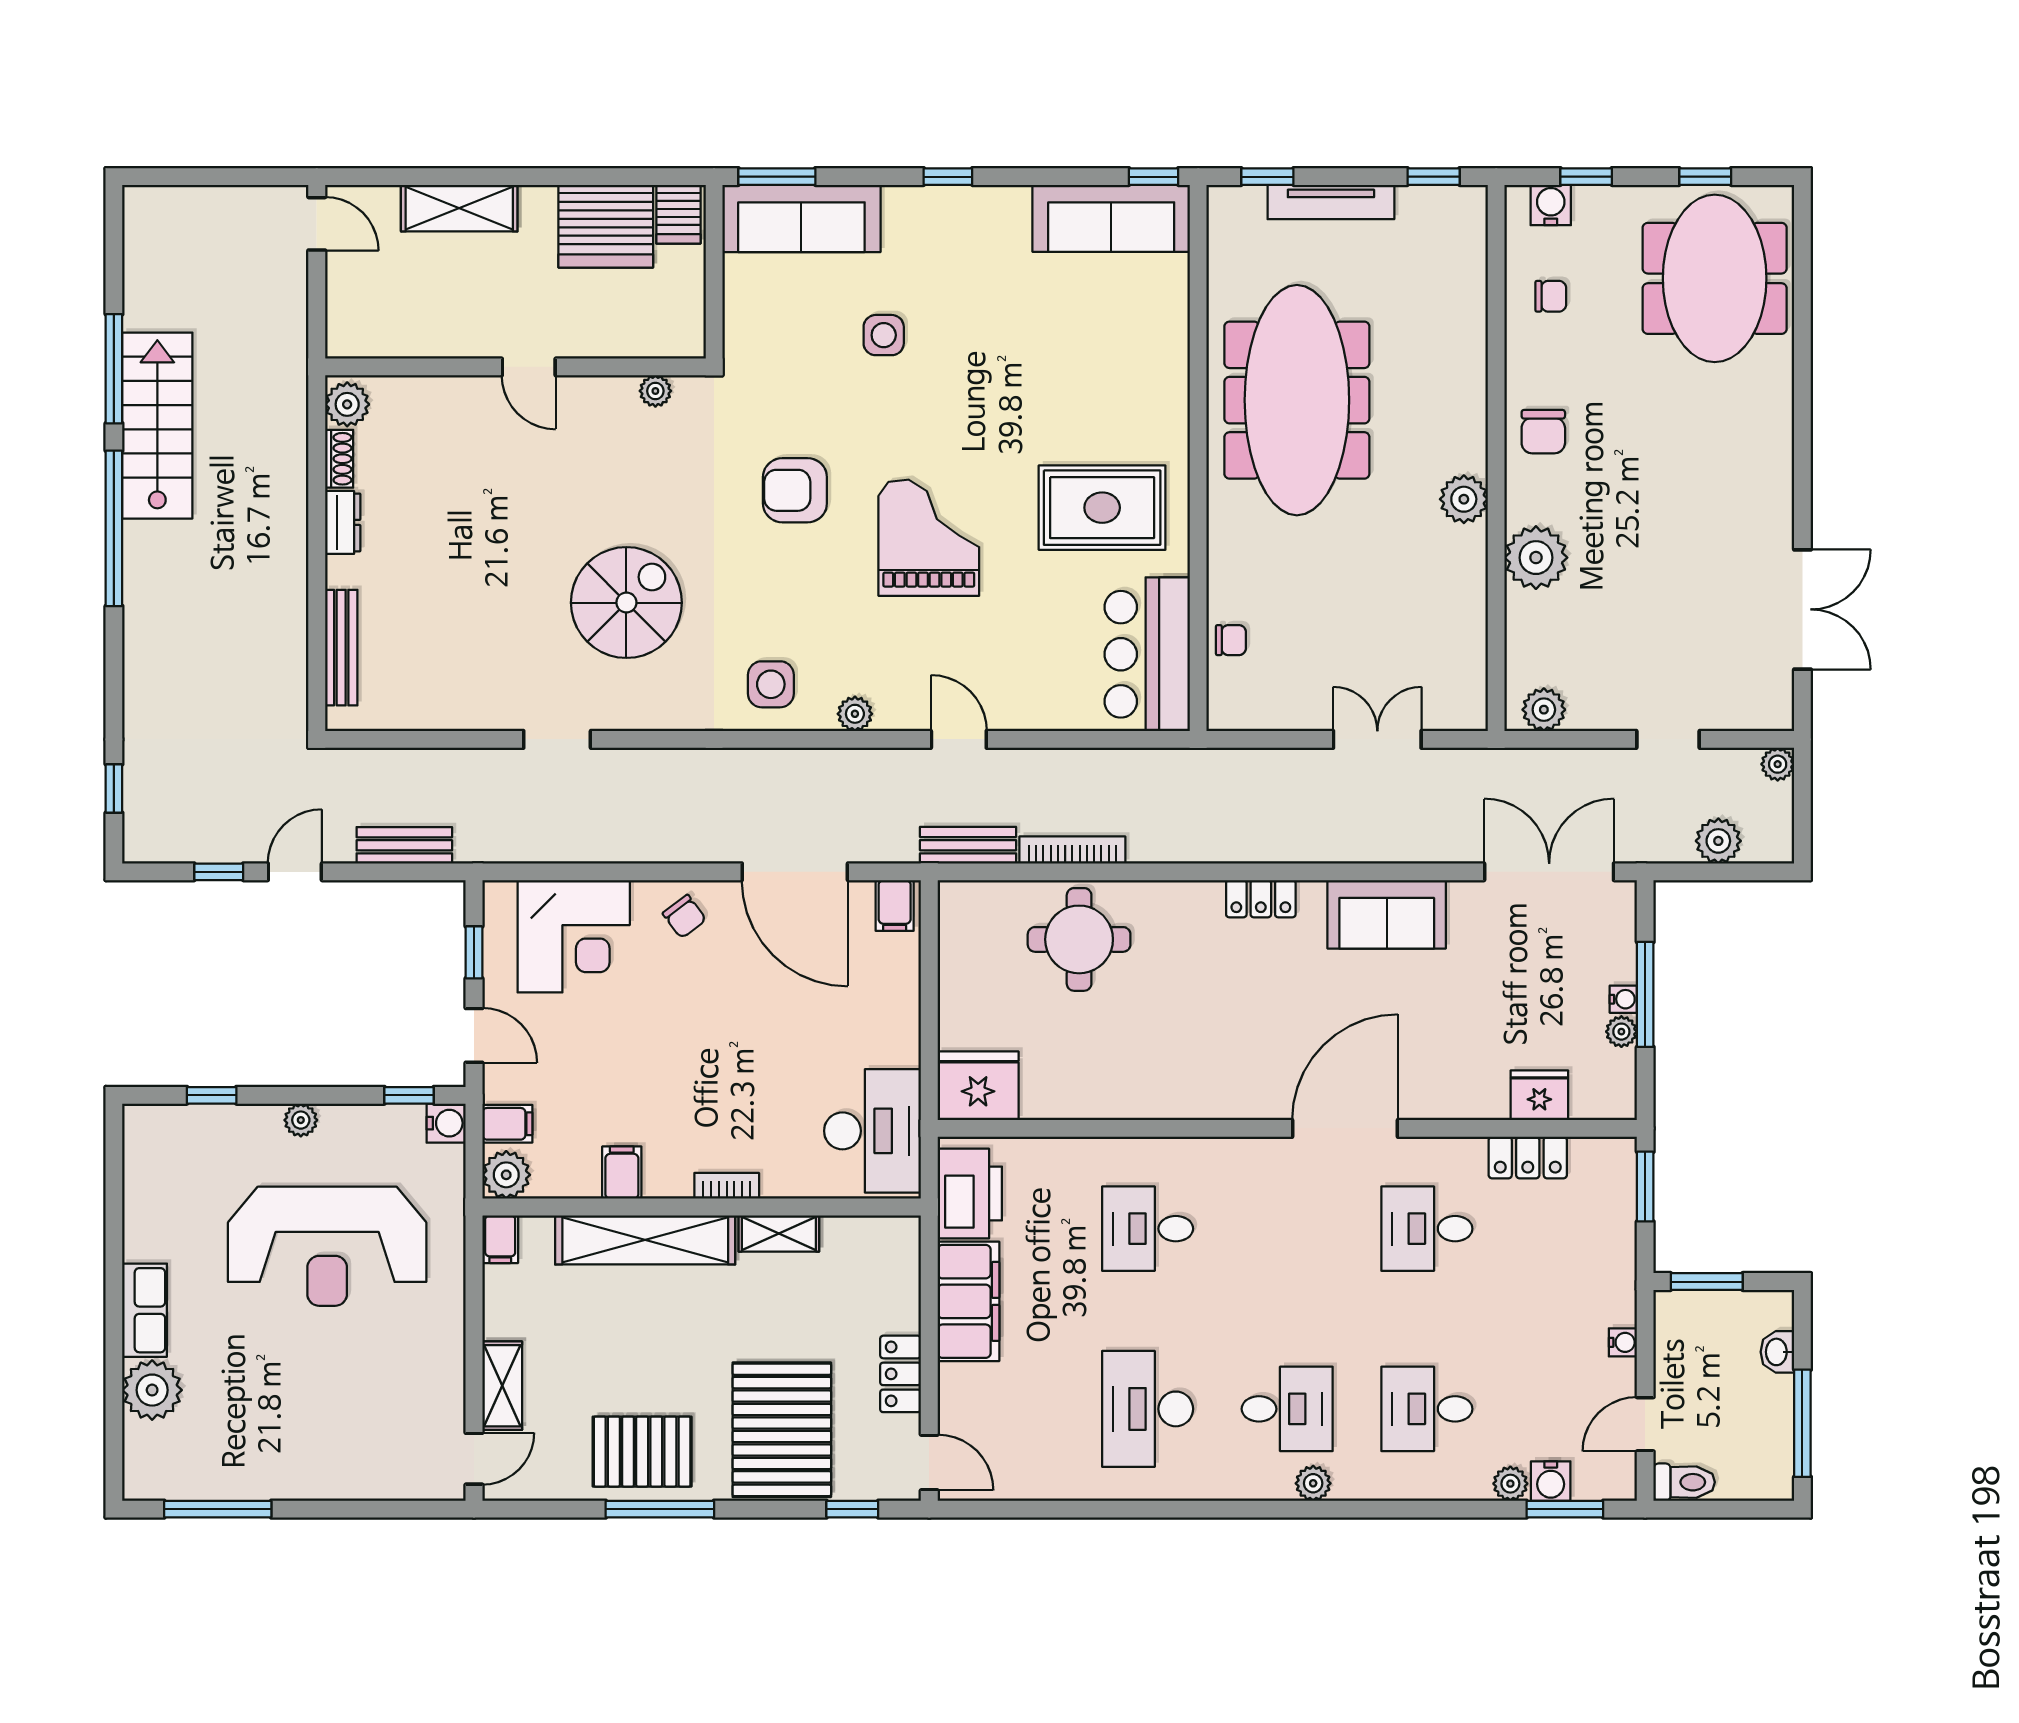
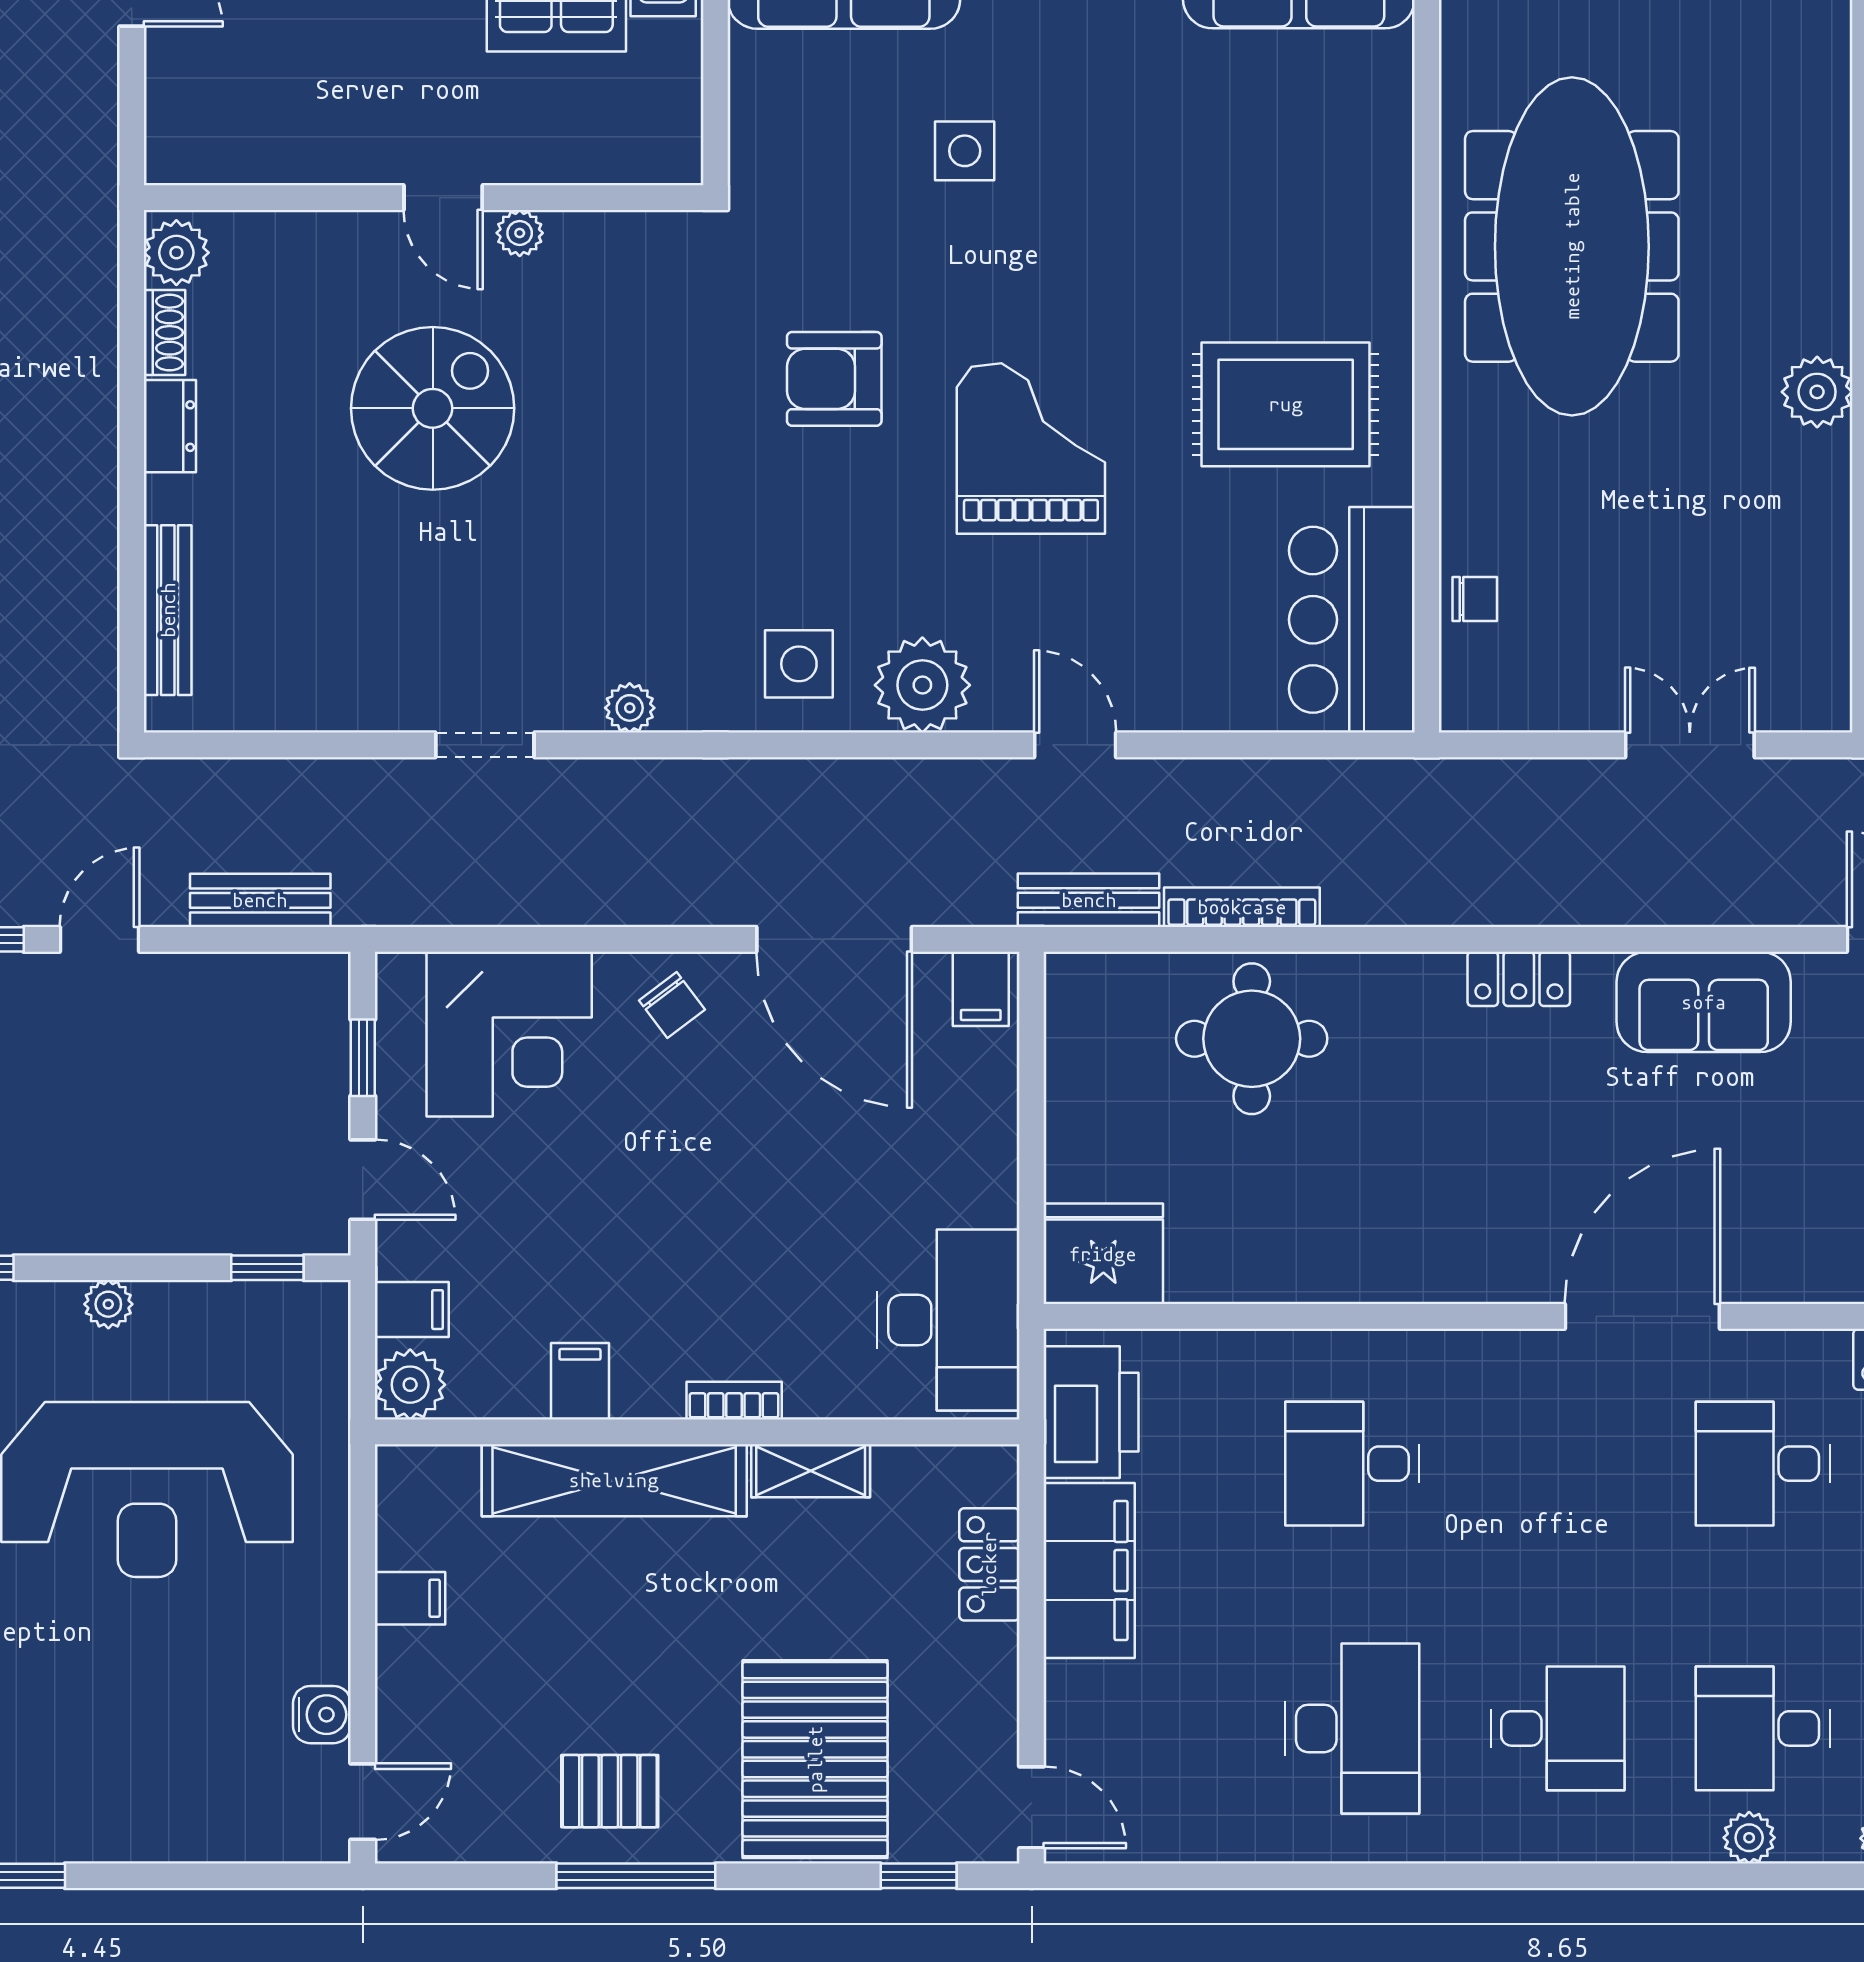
plant: (655, 391) -> (520, 233), moved
spiral stairs: (626, 603) -> (433, 408), moved
plant: (656, 714) -> (630, 708), added
plant: (855, 714) -> (922, 685), width x1.87, depth x1.87
water cooler: (446, 1123) -> (322, 1715), moved
filing cabinet: (500, 1239) -> (410, 1598), moved, turned -90
locker: (901, 1374) -> (989, 1564), moved
shelving: (502, 1386) -> (404, 1694), removed
desk: (1148, 1409) -> (1352, 1728), turned 180
pallet: (642, 1452) -> (610, 1791), width x0.67, depth x0.71
plant: (1313, 1483) -> (1749, 1838), moved

